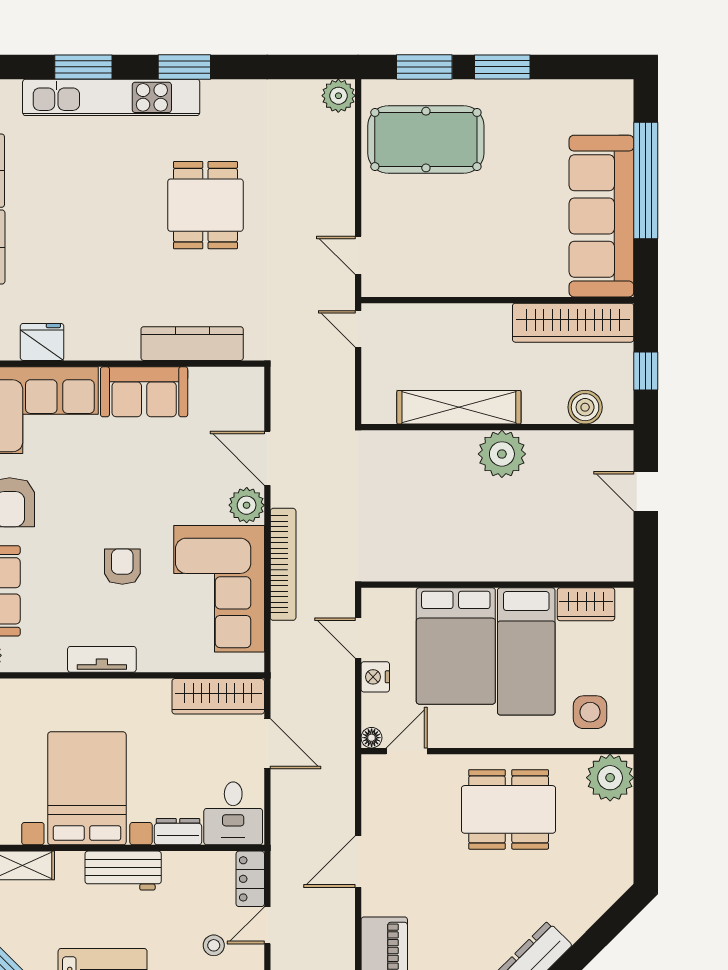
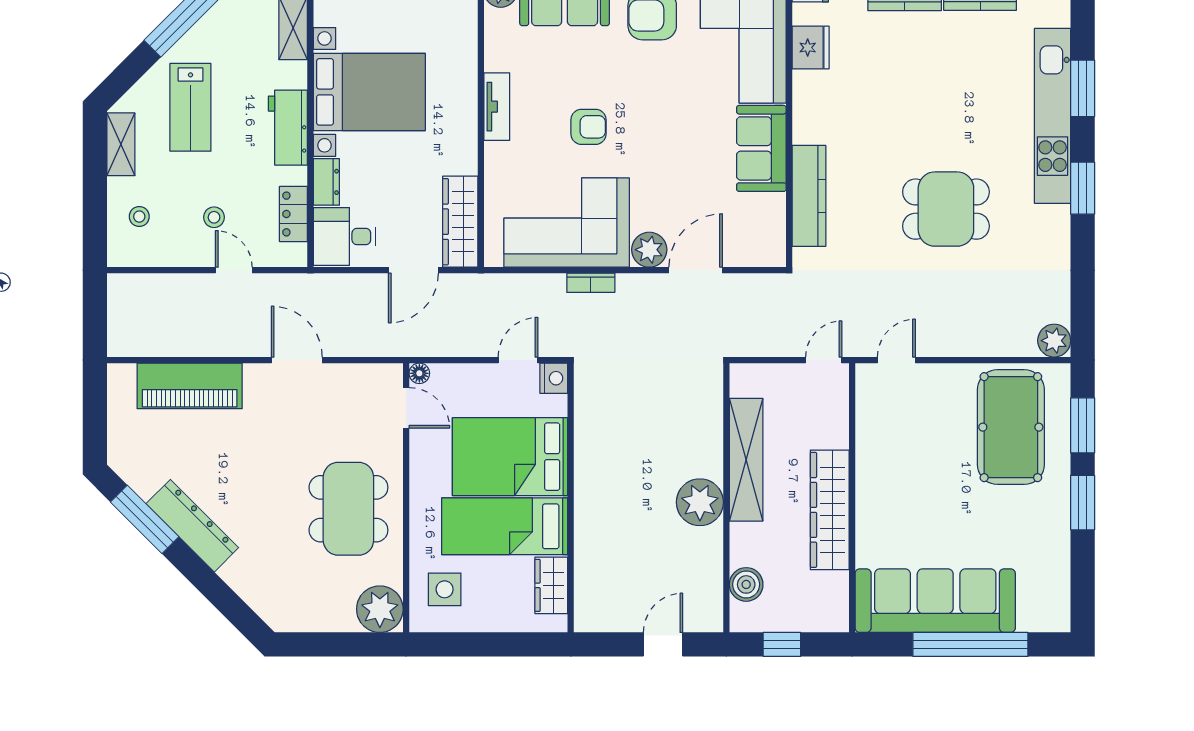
wardrobe: (573, 323) -> (830, 510), moved
bookcase: (283, 564) -> (591, 283), width x0.43, depth x0.76
nightstand: (375, 677) -> (554, 378), moved, turned 90
locker: (250, 879) -> (293, 214), moved, turned -90

